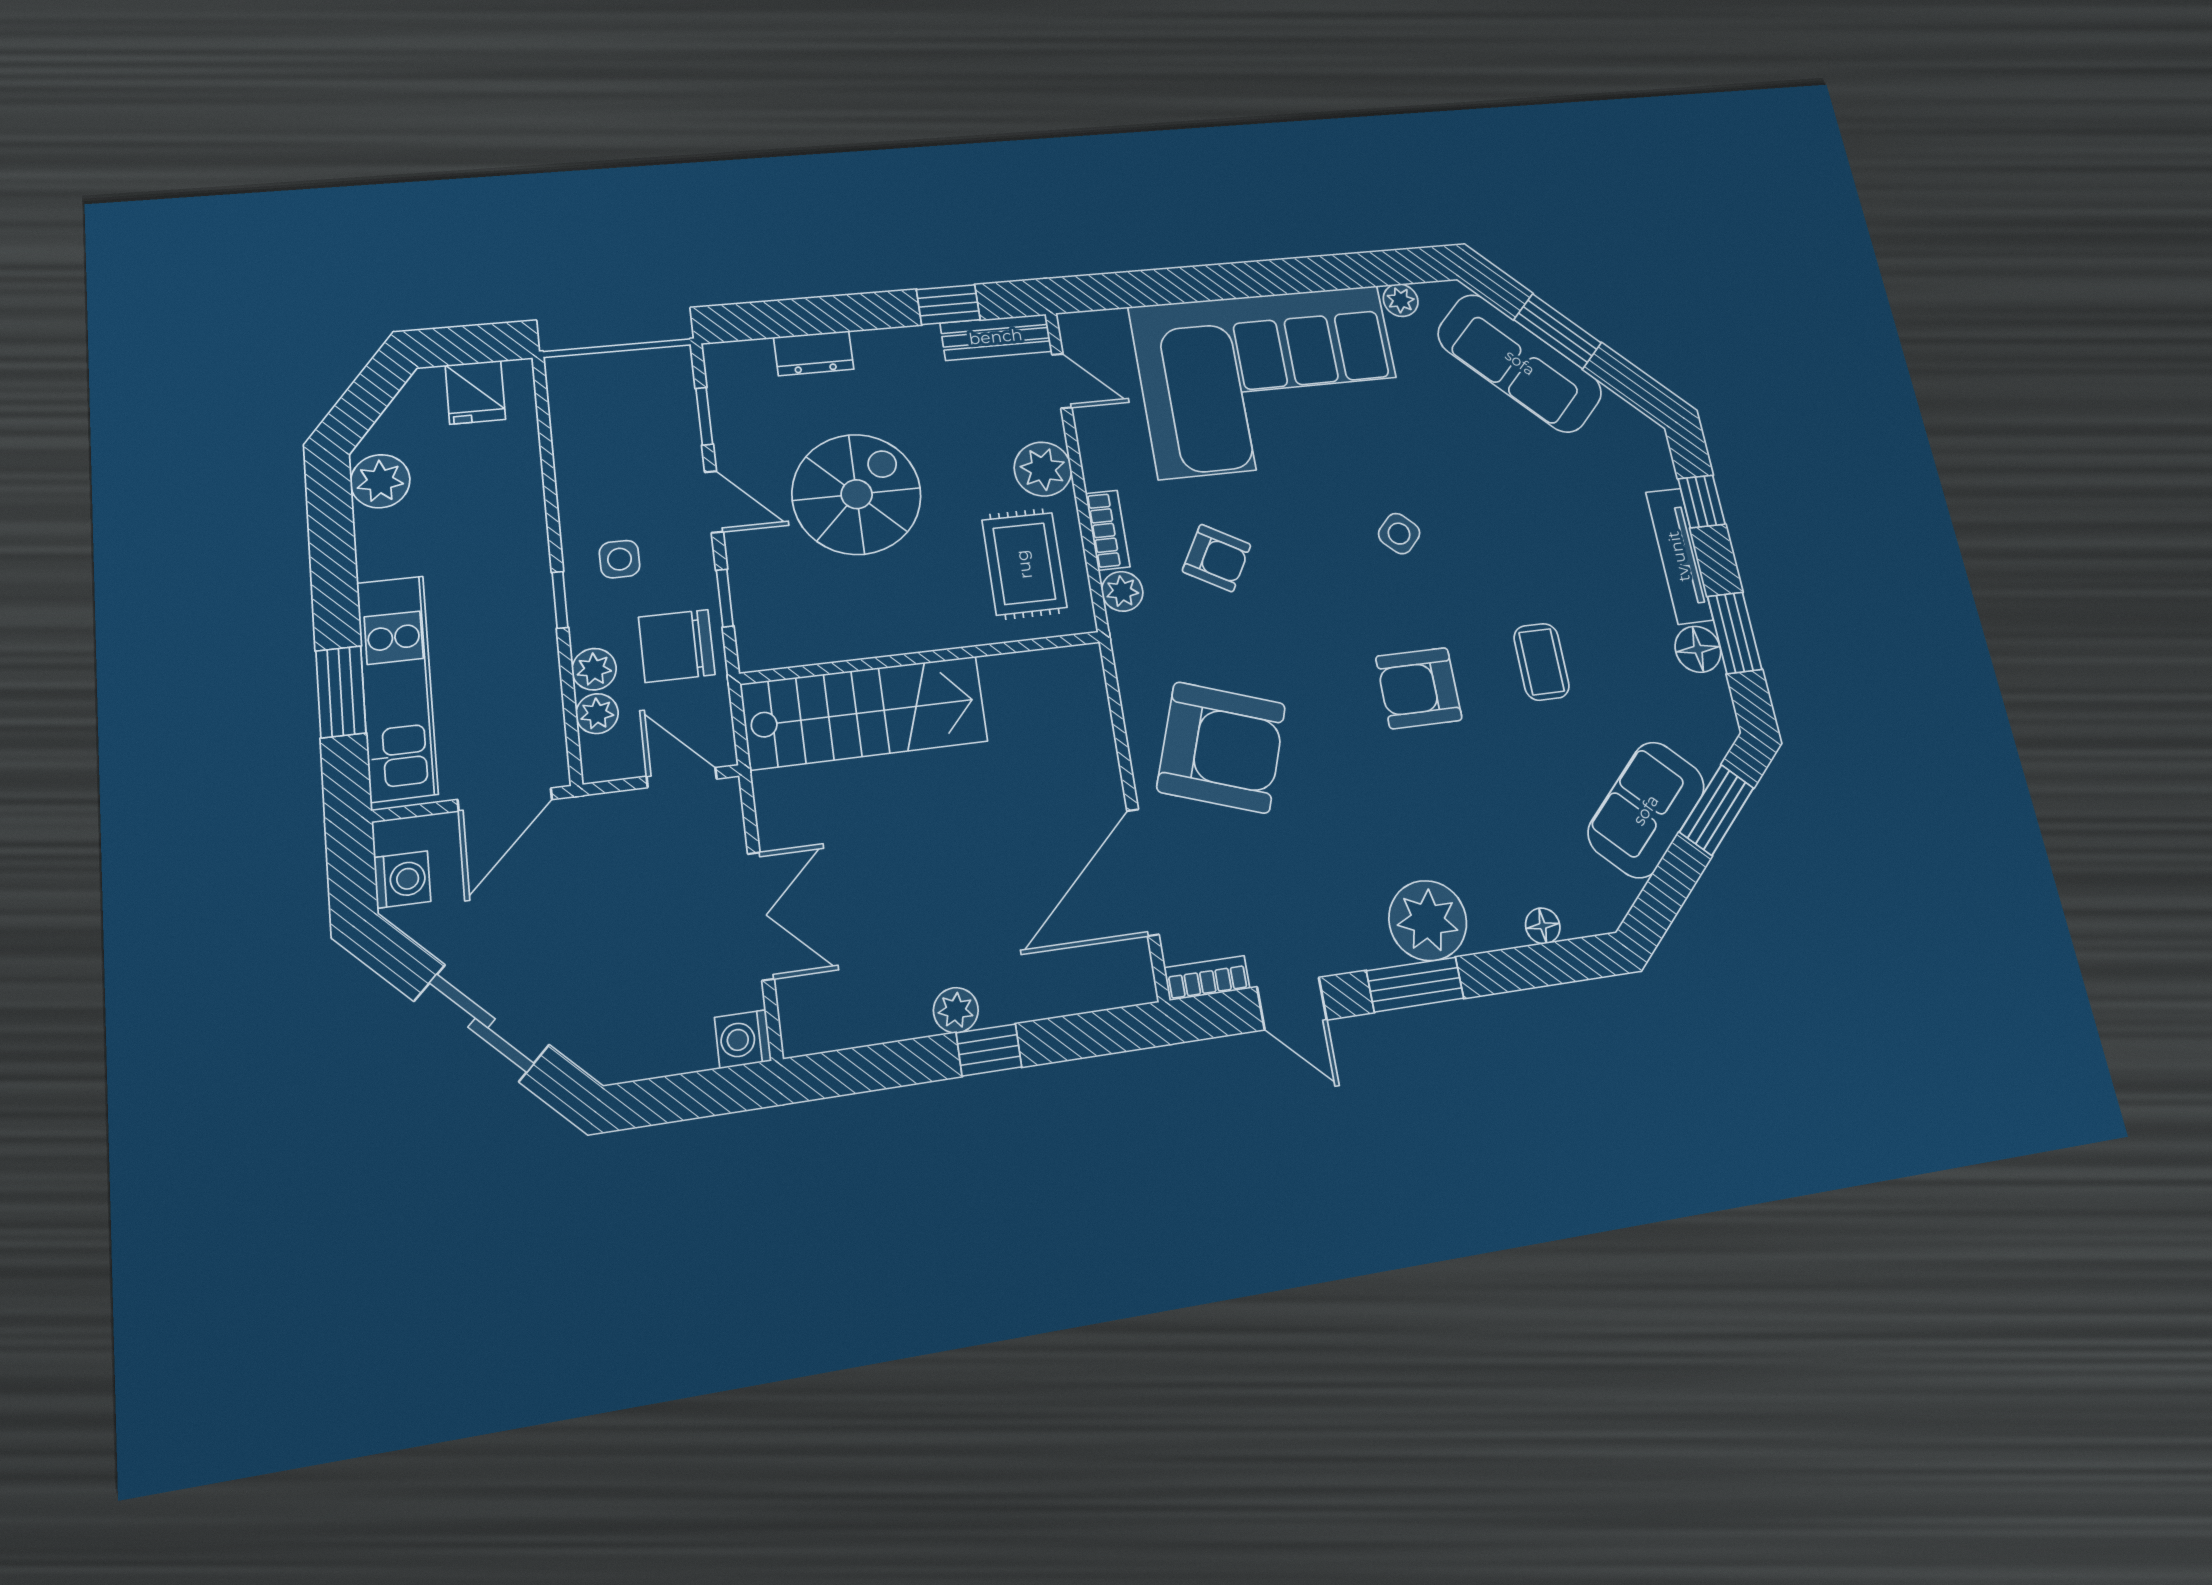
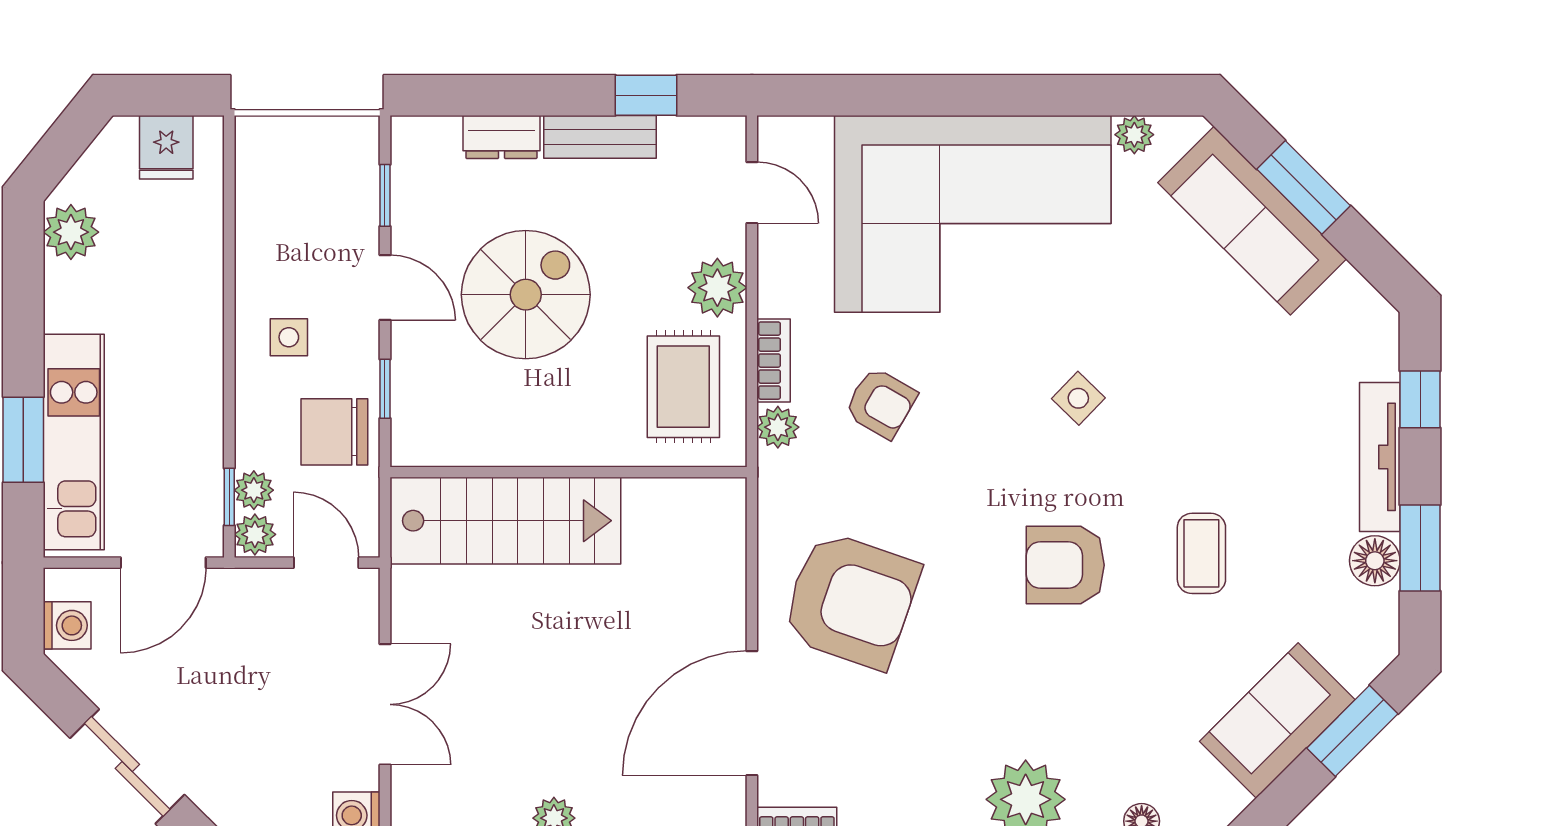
bench: (996, 337) -> (600, 137), moved
window: (560, 600) -> (229, 497), moved
plant: (594, 669) -> (255, 534), moved

